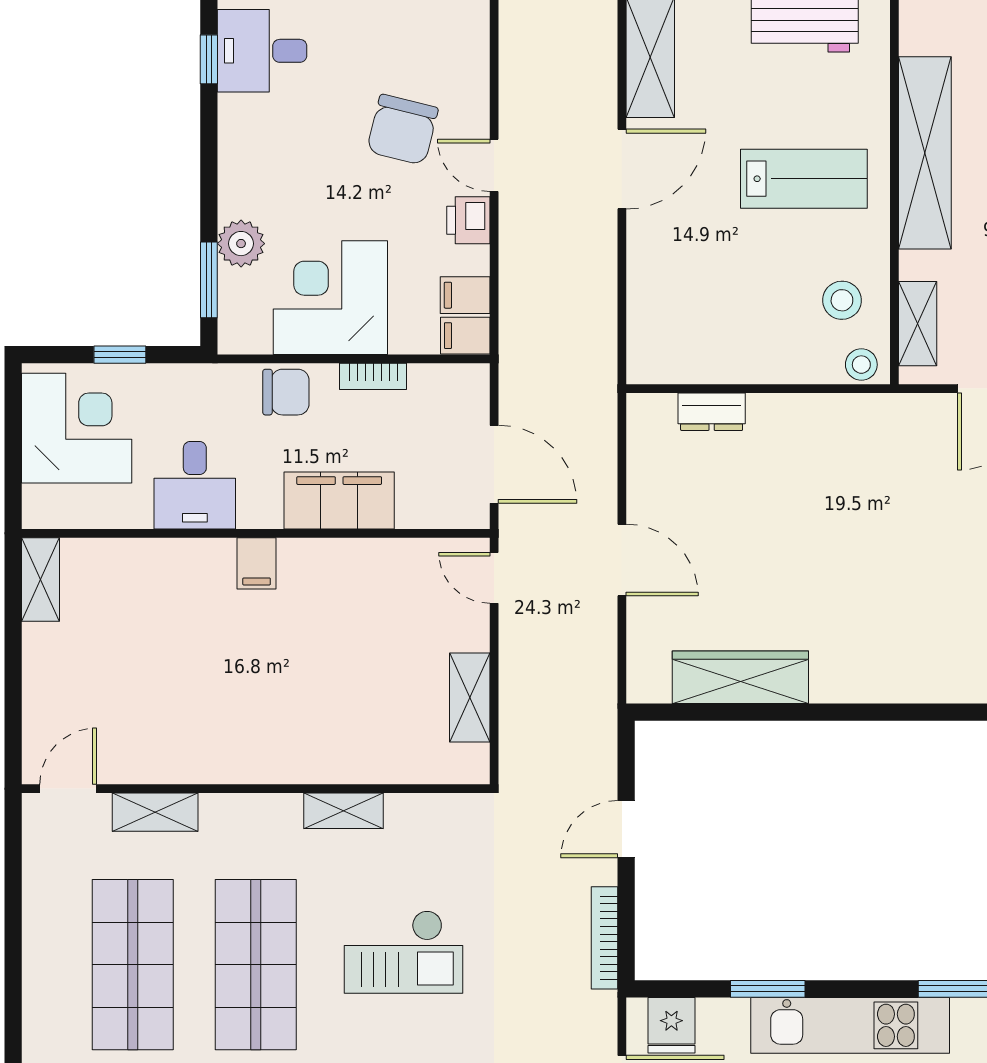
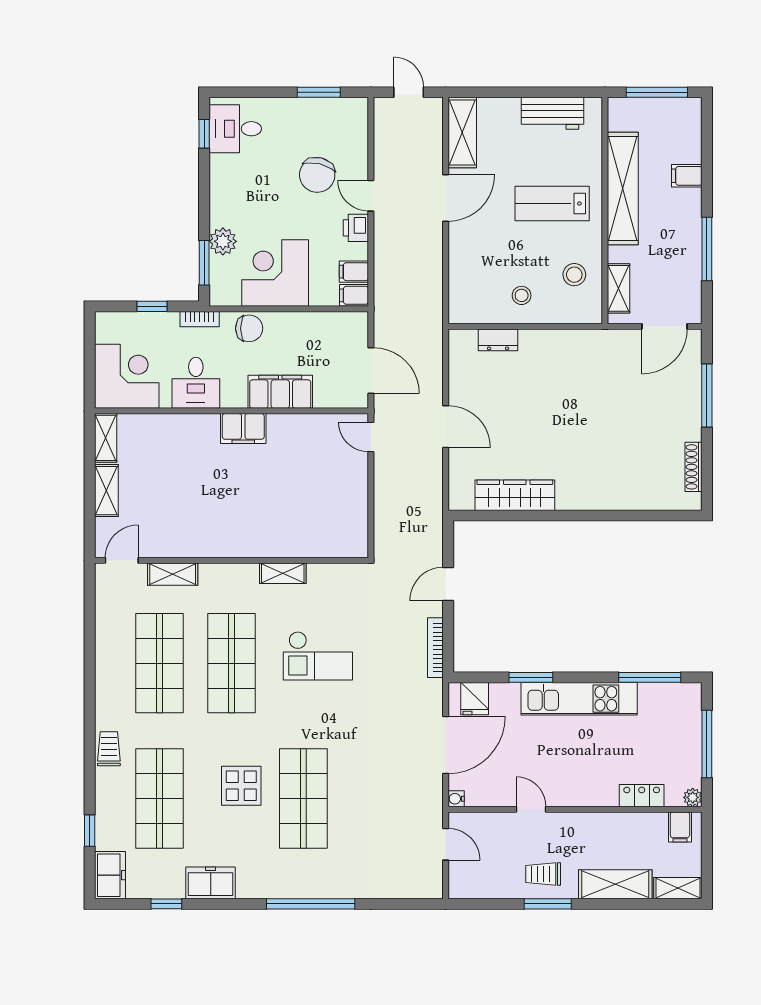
lab bench: (804, 179) -> (552, 204), turned 180
stool: (861, 365) -> (522, 295), moved
bookcase: (373, 376) -> (200, 319), moved
corner desk: (77, 428) -> (127, 376), moved
filing cabinet: (257, 563) -> (243, 429), width x2.00
shelving: (470, 698) -> (106, 491), moved

